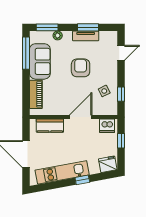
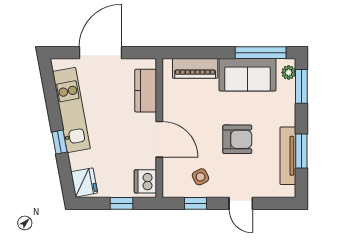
plant: (58, 36) -> (289, 72), moved
tv unit: (86, 36) -> (288, 156), width x1.41
door: (121, 53) -> (241, 203), moved

